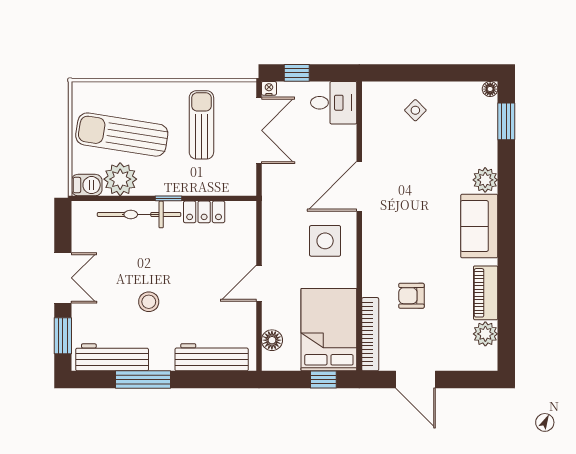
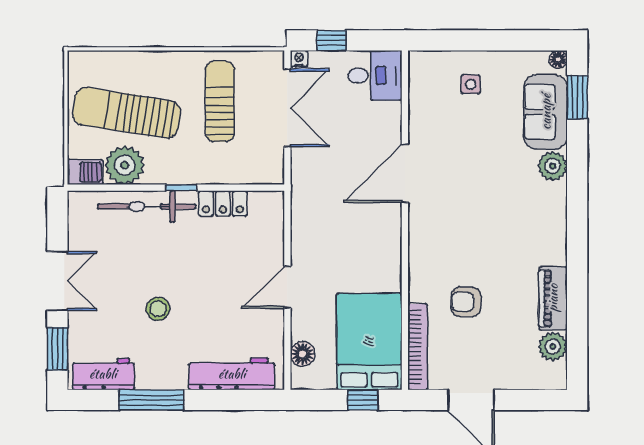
side table: (415, 110) -> (471, 84), turned 45
sofa: (479, 226) -> (546, 112), moved
side table: (325, 241) -> (365, 237), removed
workbench: (112, 357) -> (103, 374), width x0.73

